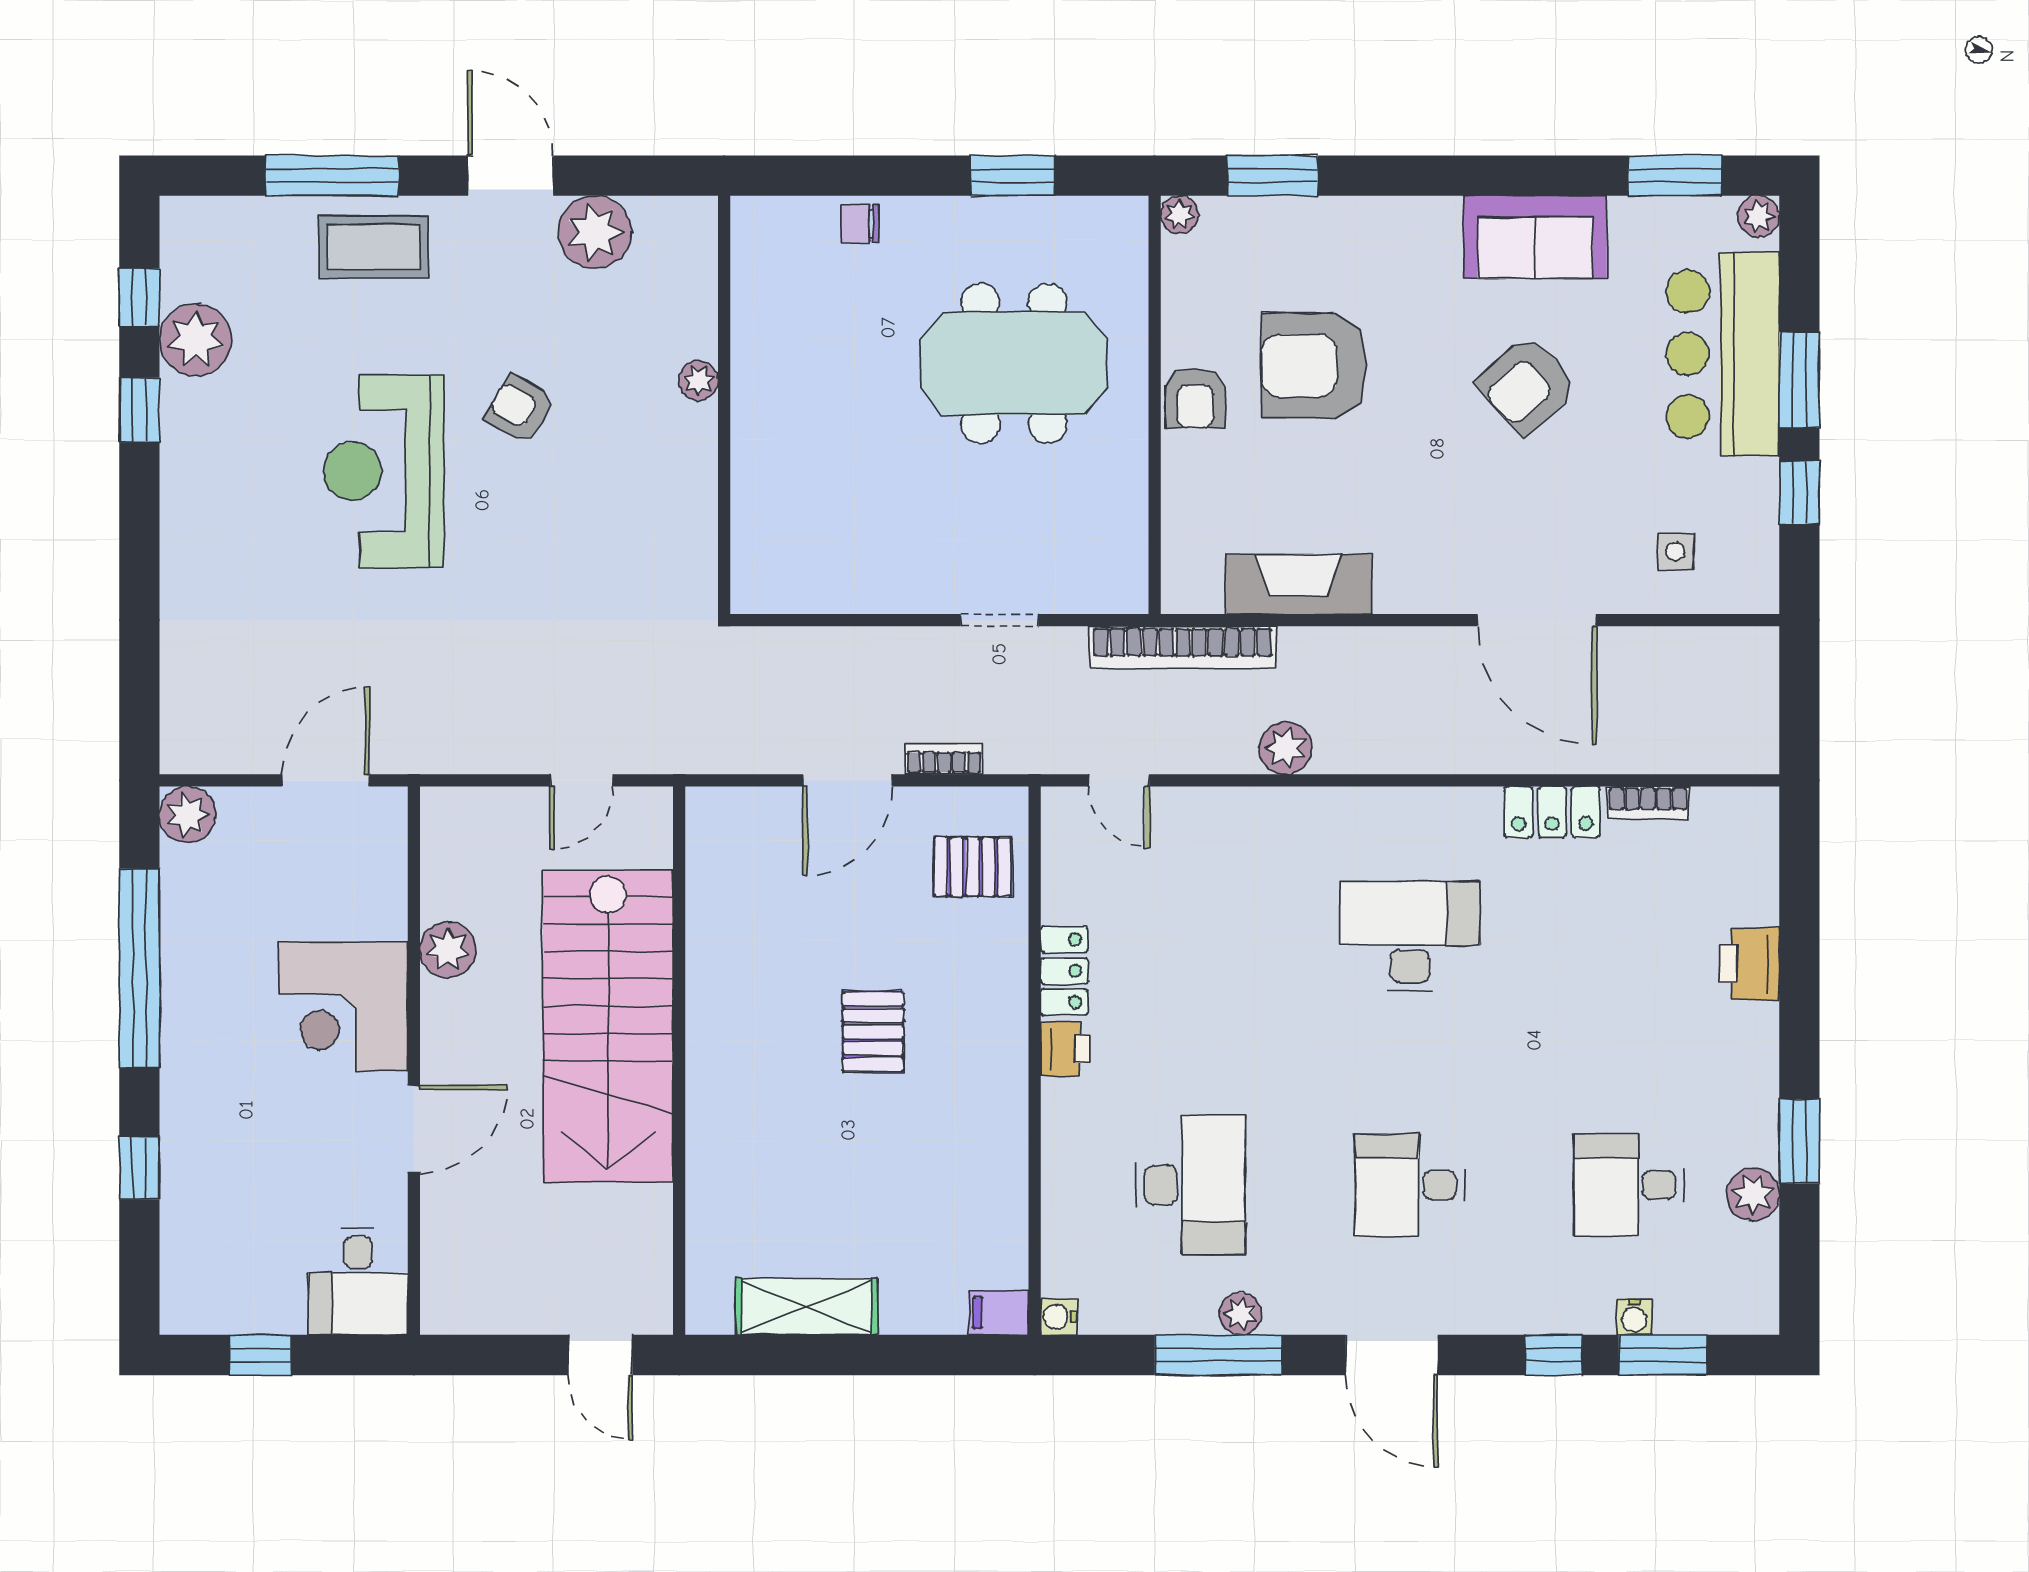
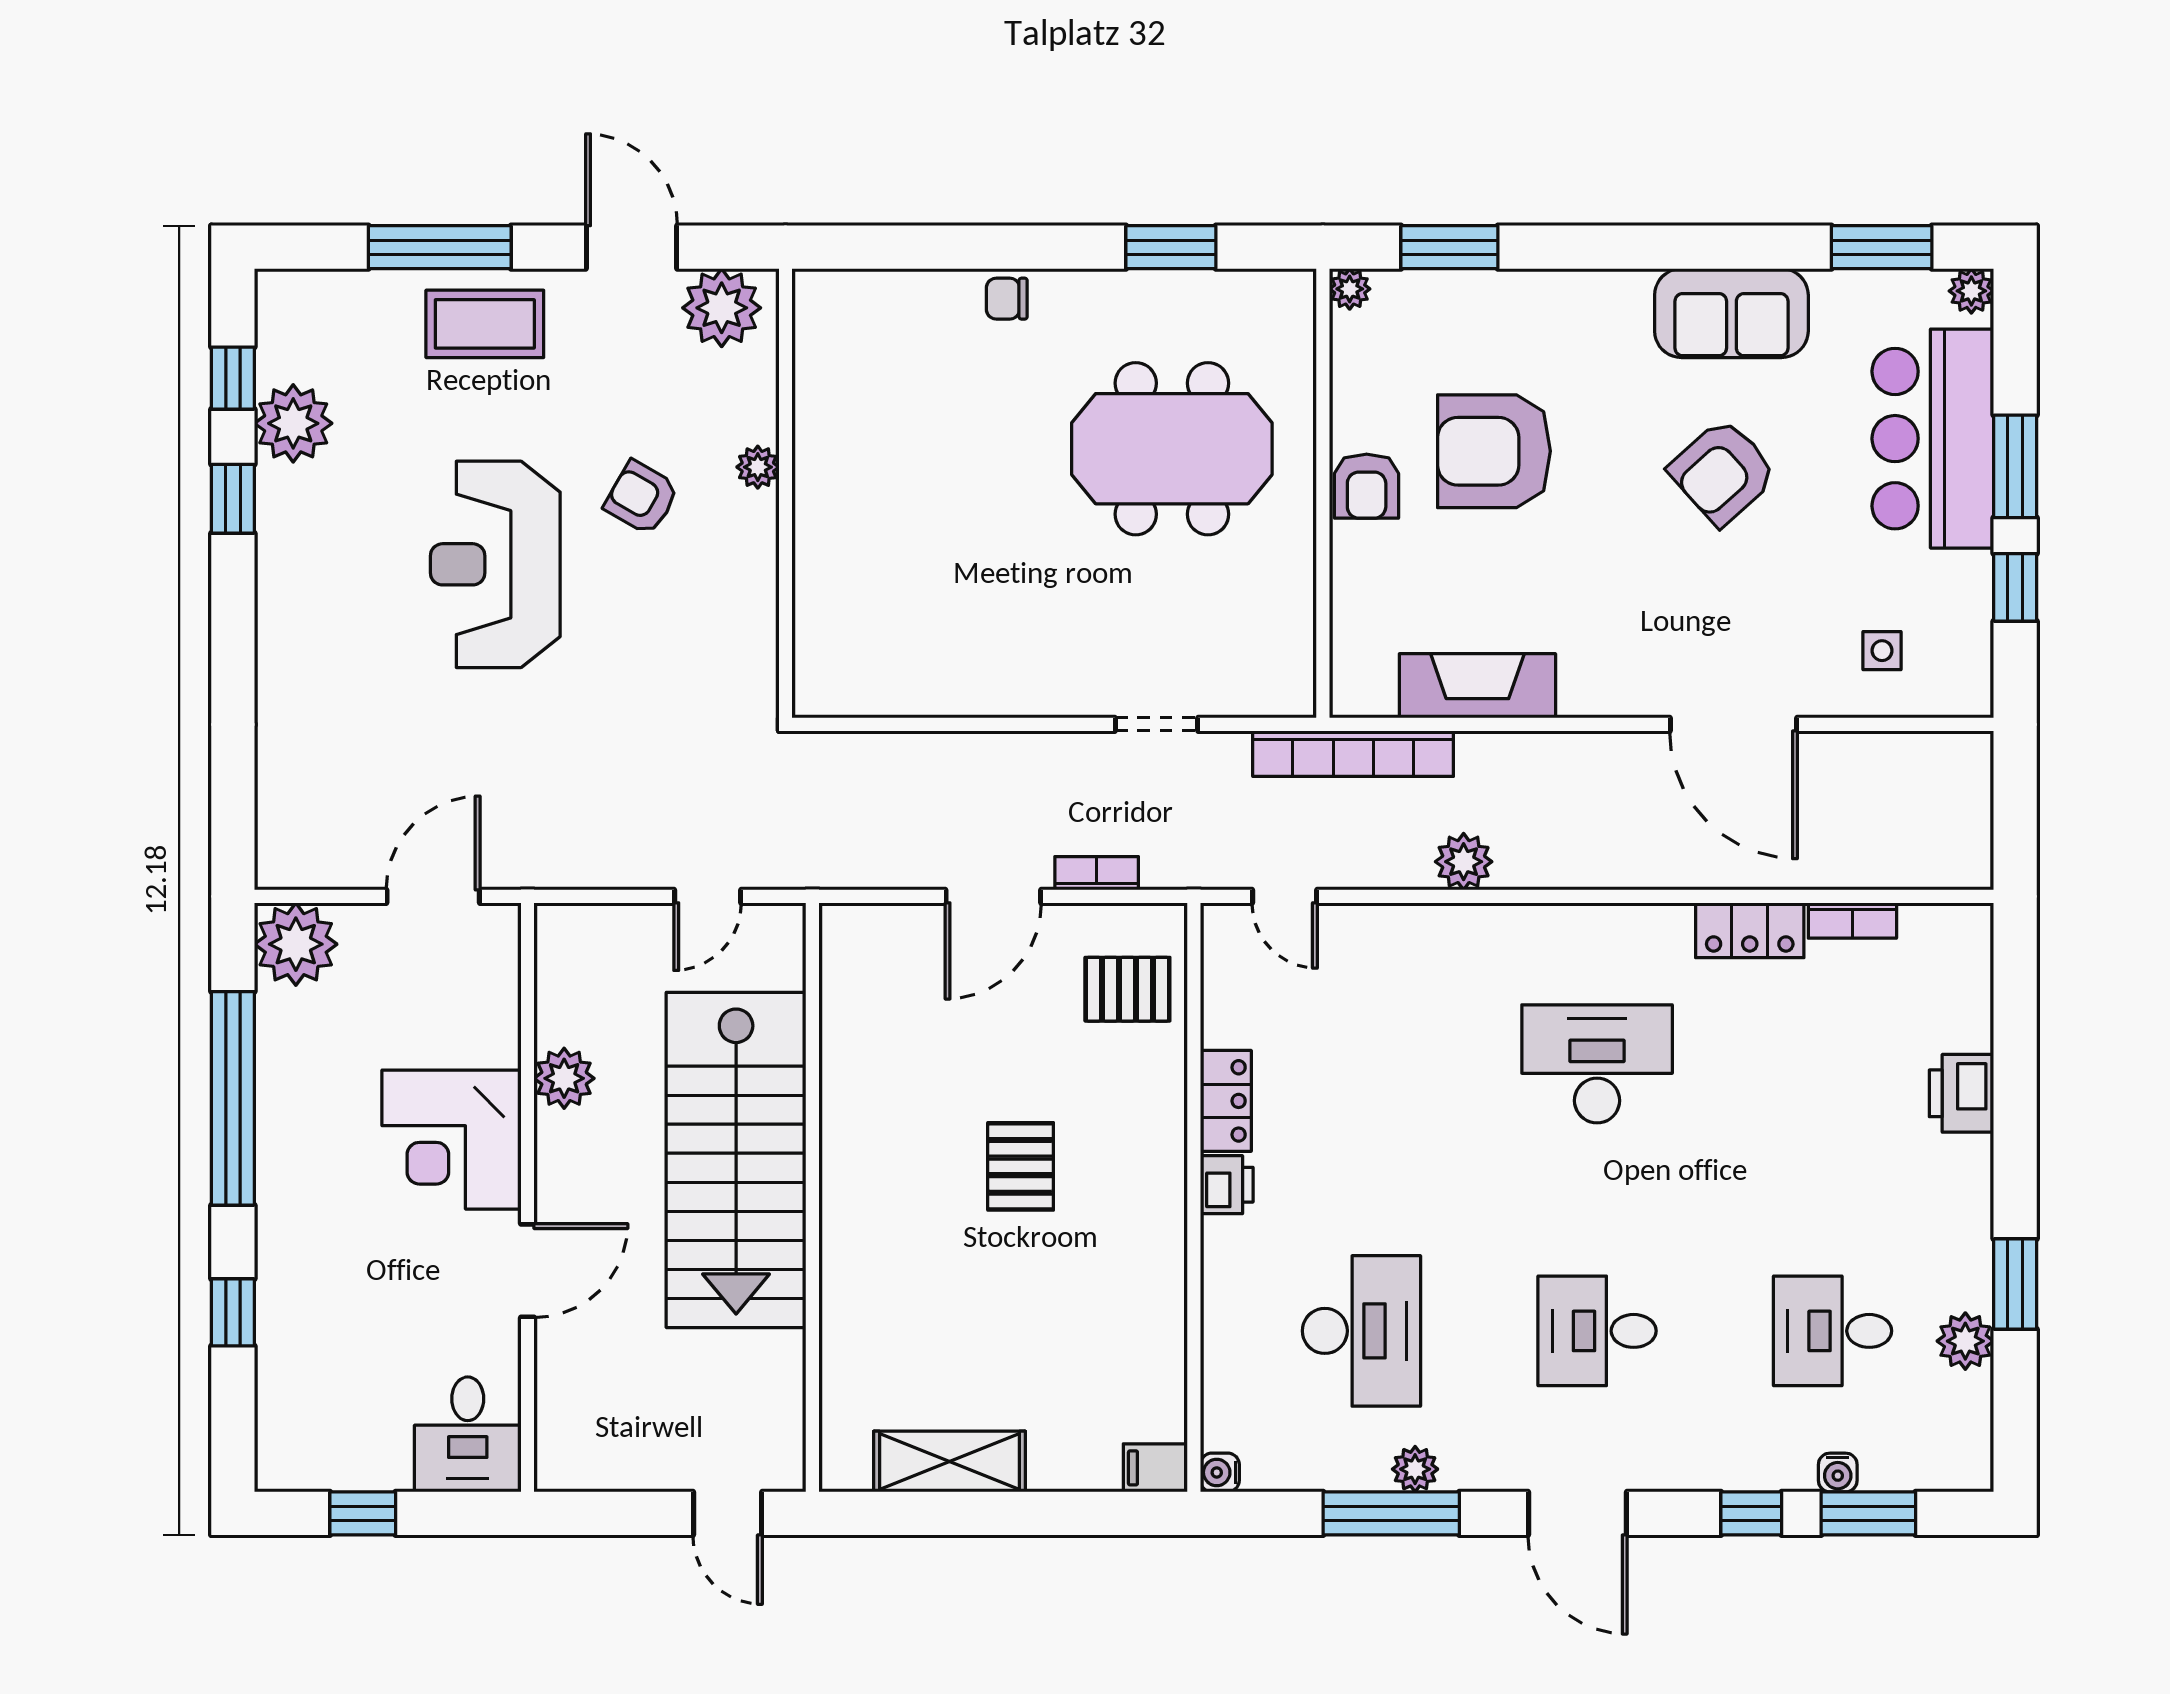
plant: (698, 380) -> (758, 467), moved
wall: (724, 405) -> (785, 493), moved
plant: (188, 815) -> (296, 944), width x1.36, depth x1.36

